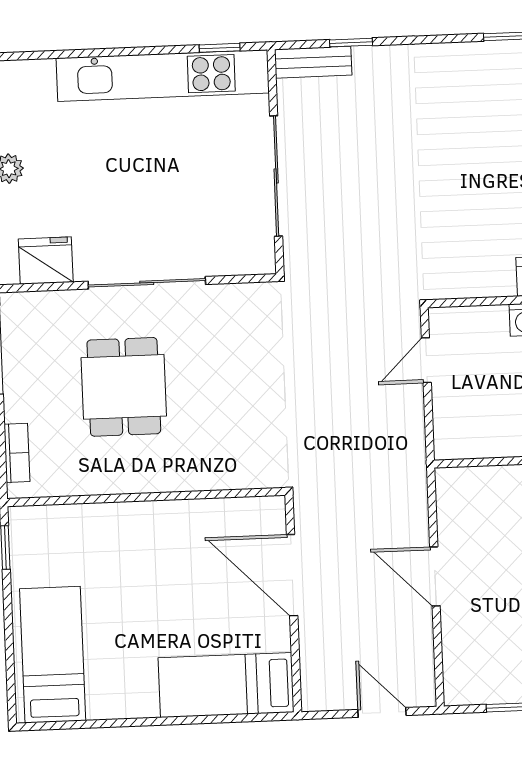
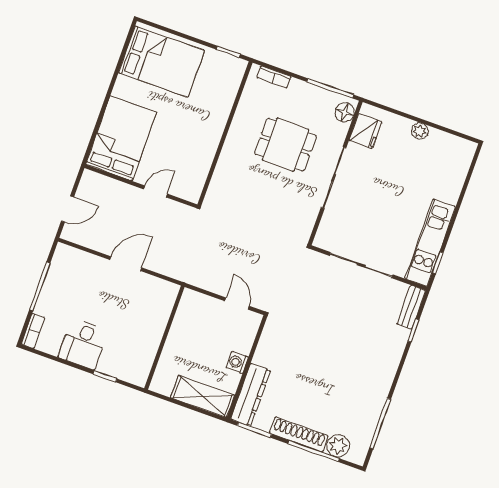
kitchen unit: (163, 76) -> (430, 243), width x0.73
floor lamp: (28, 309) -> (345, 112), added
door: (292, 575) -> (156, 191), width x0.53
bed: (53, 655) -> (161, 62), width x1.50
bed: (226, 685) -> (121, 138), width x1.50

